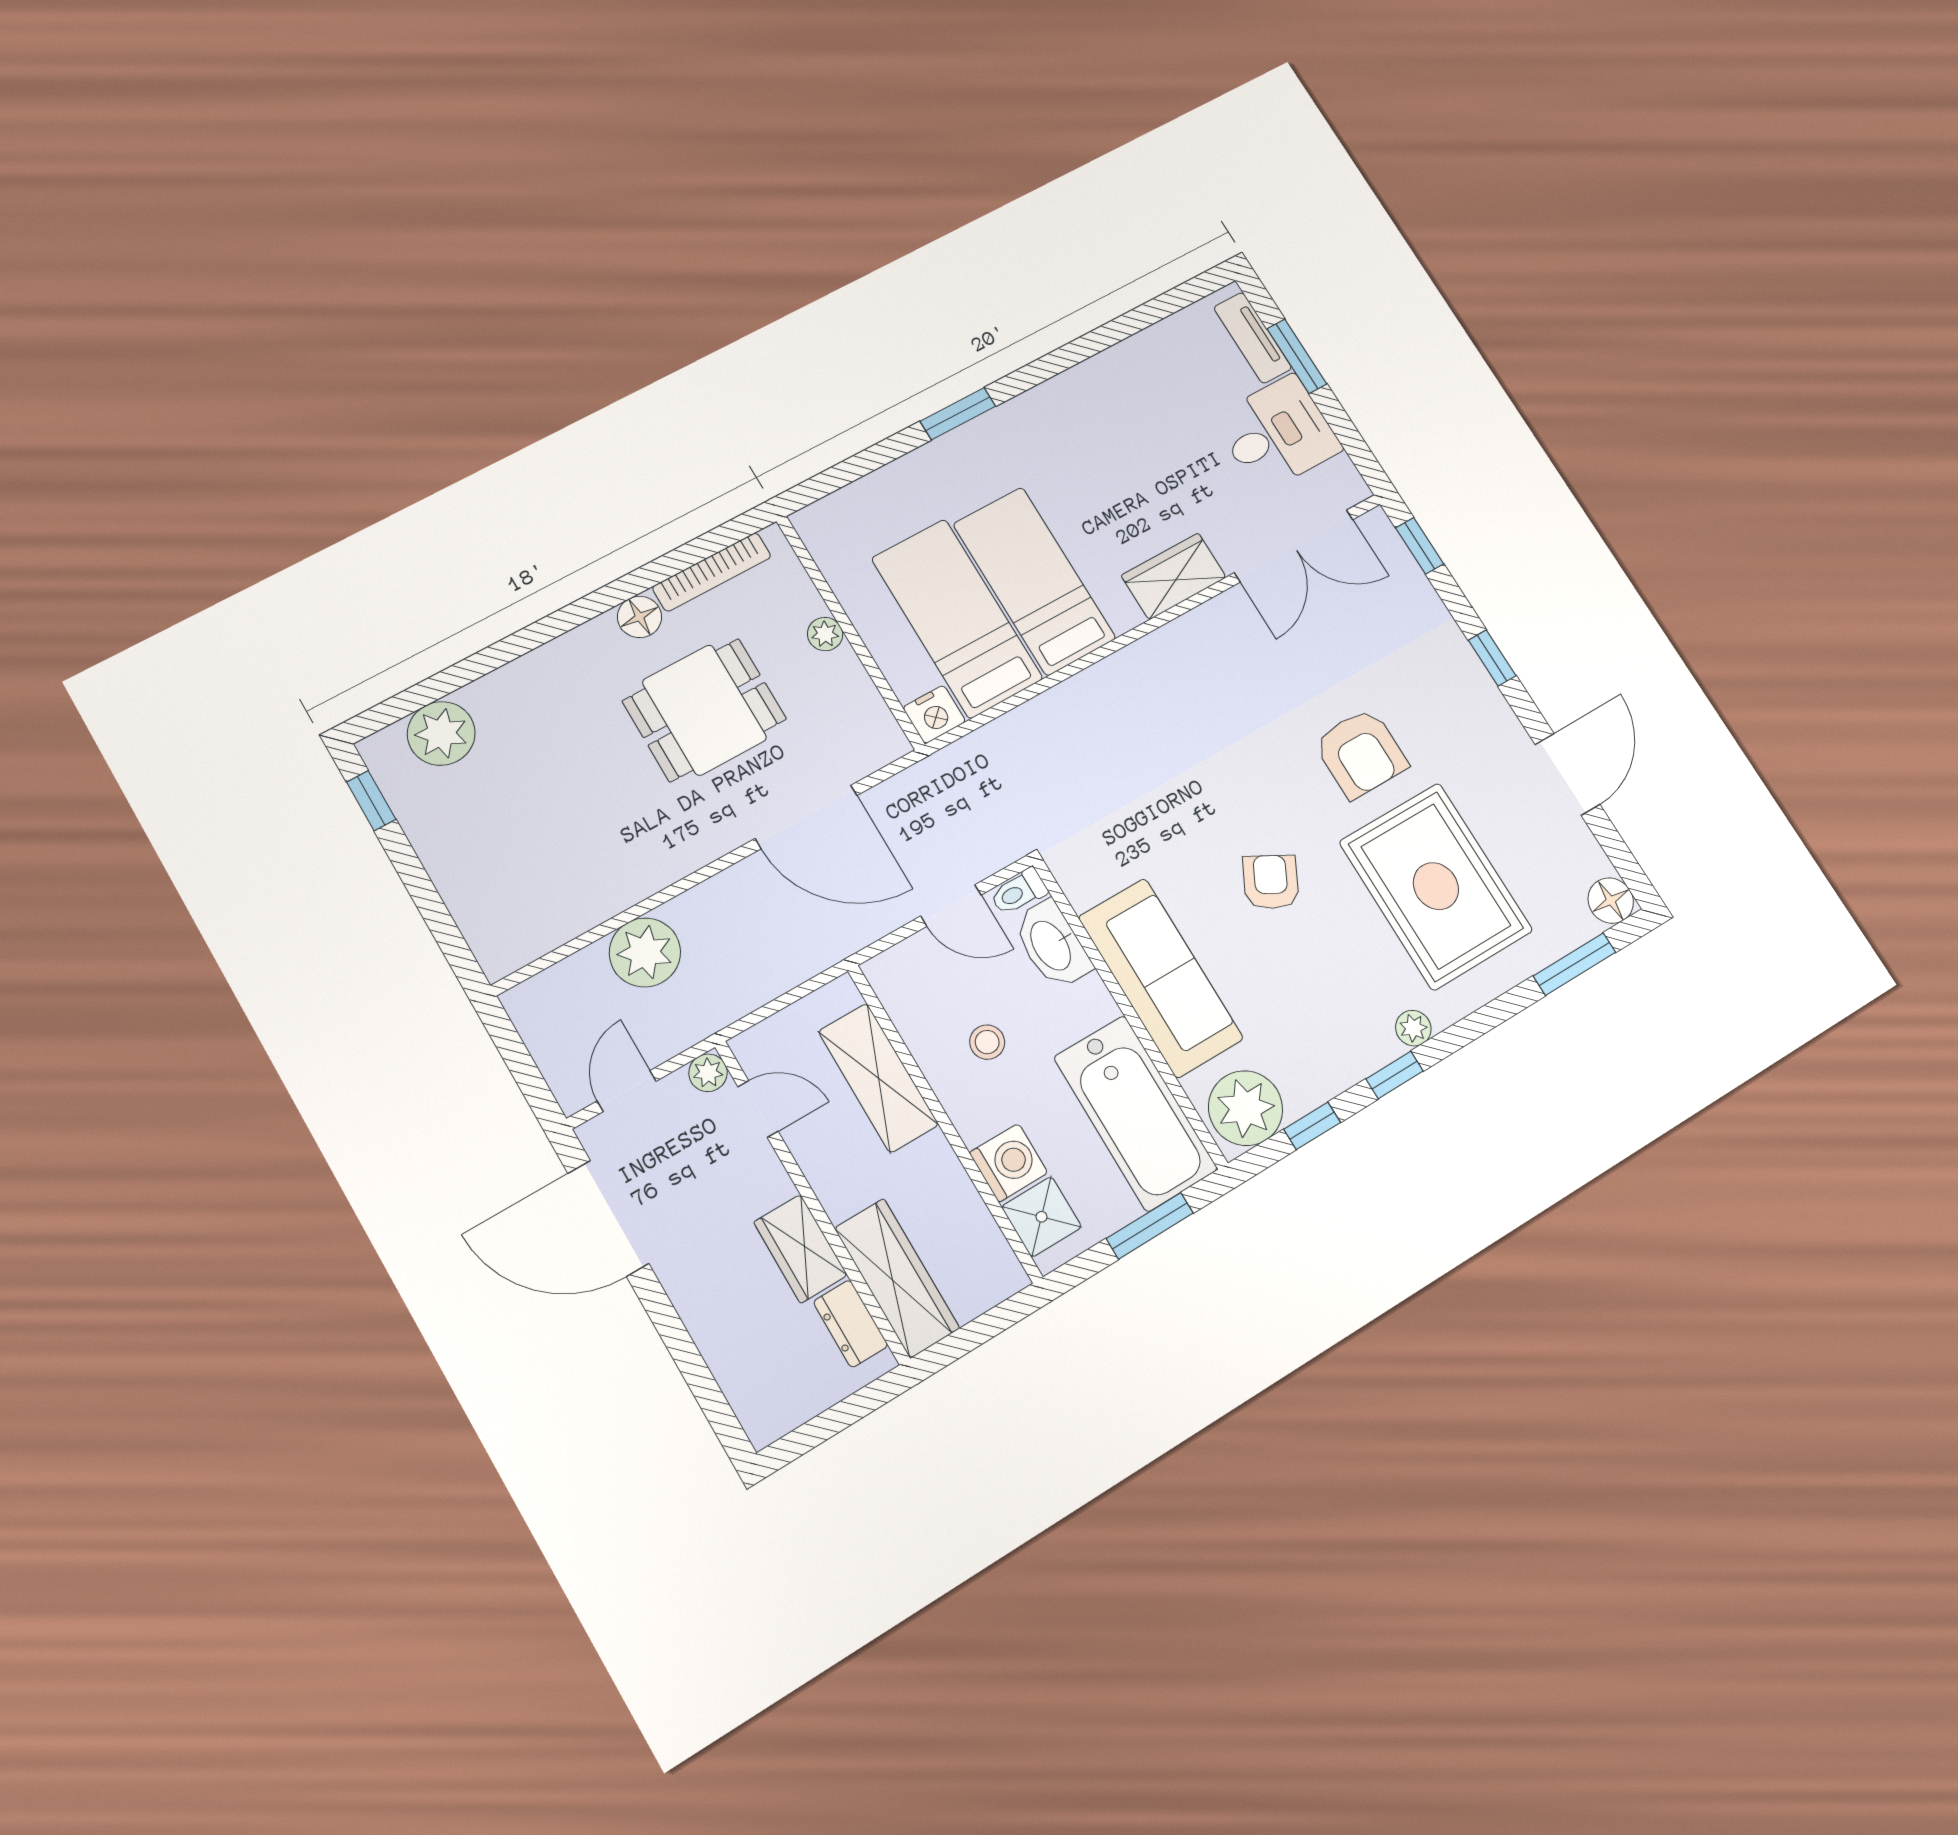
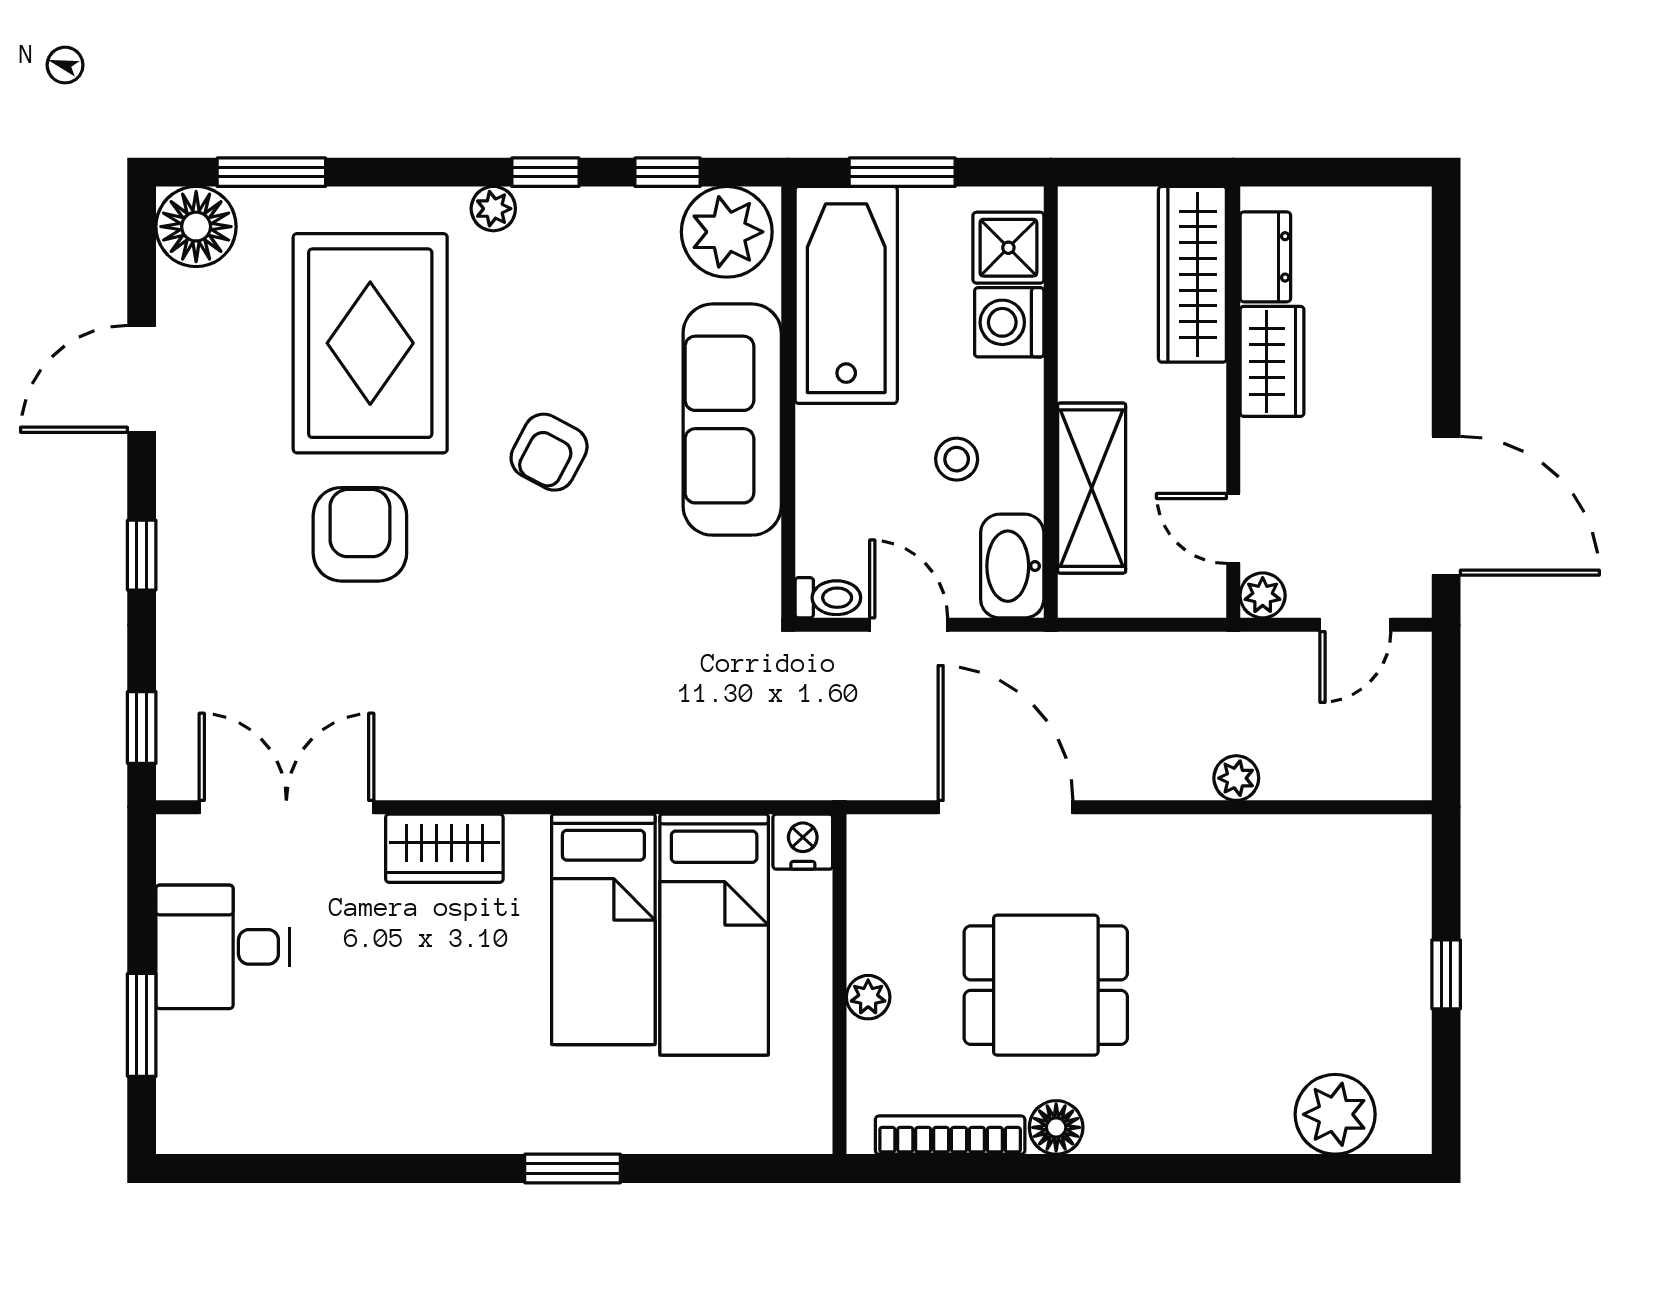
tv unit: (1253, 338) -> (179, 1075), removed
window: (371, 801) -> (1446, 974), moved
floor lamp: (1611, 901) -> (196, 227), width x1.38, depth x1.38
washbasin: (1052, 945) -> (1012, 566), moved, turned 180
plant: (645, 952) -> (1236, 778), width x0.53, depth x0.53

